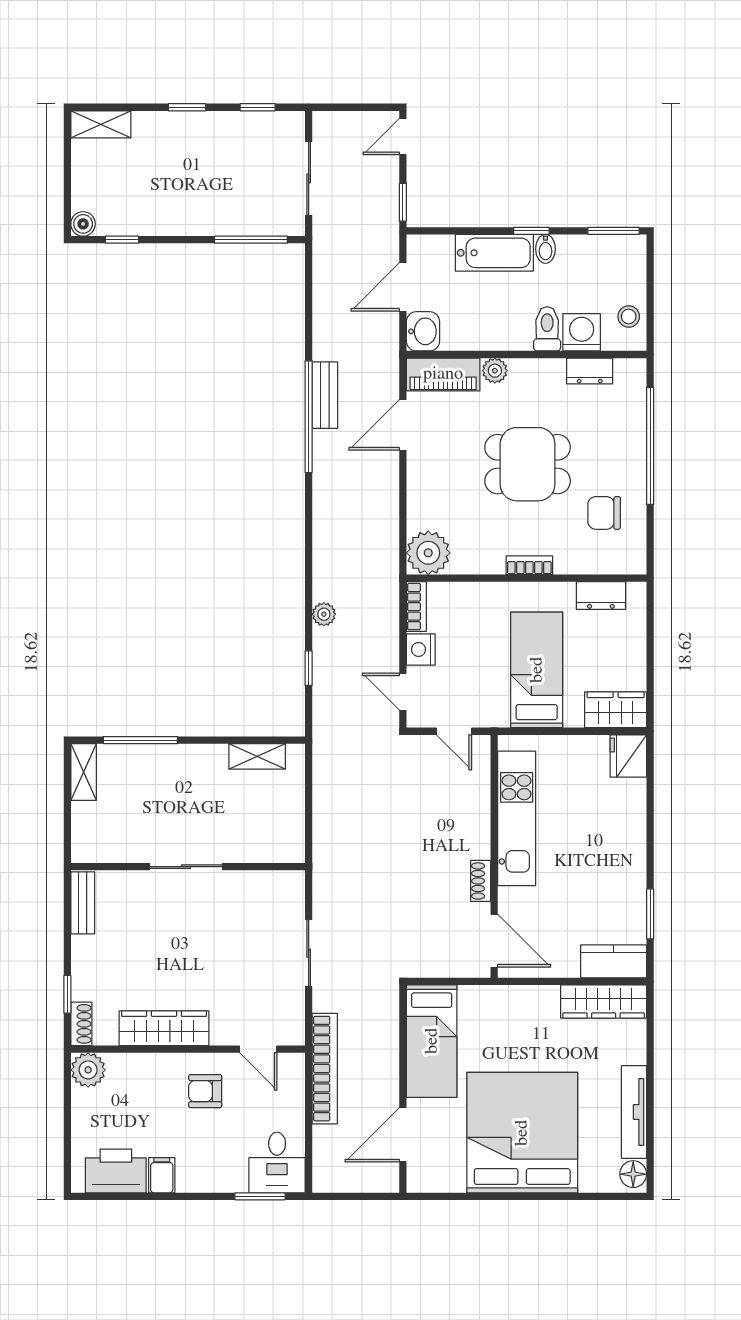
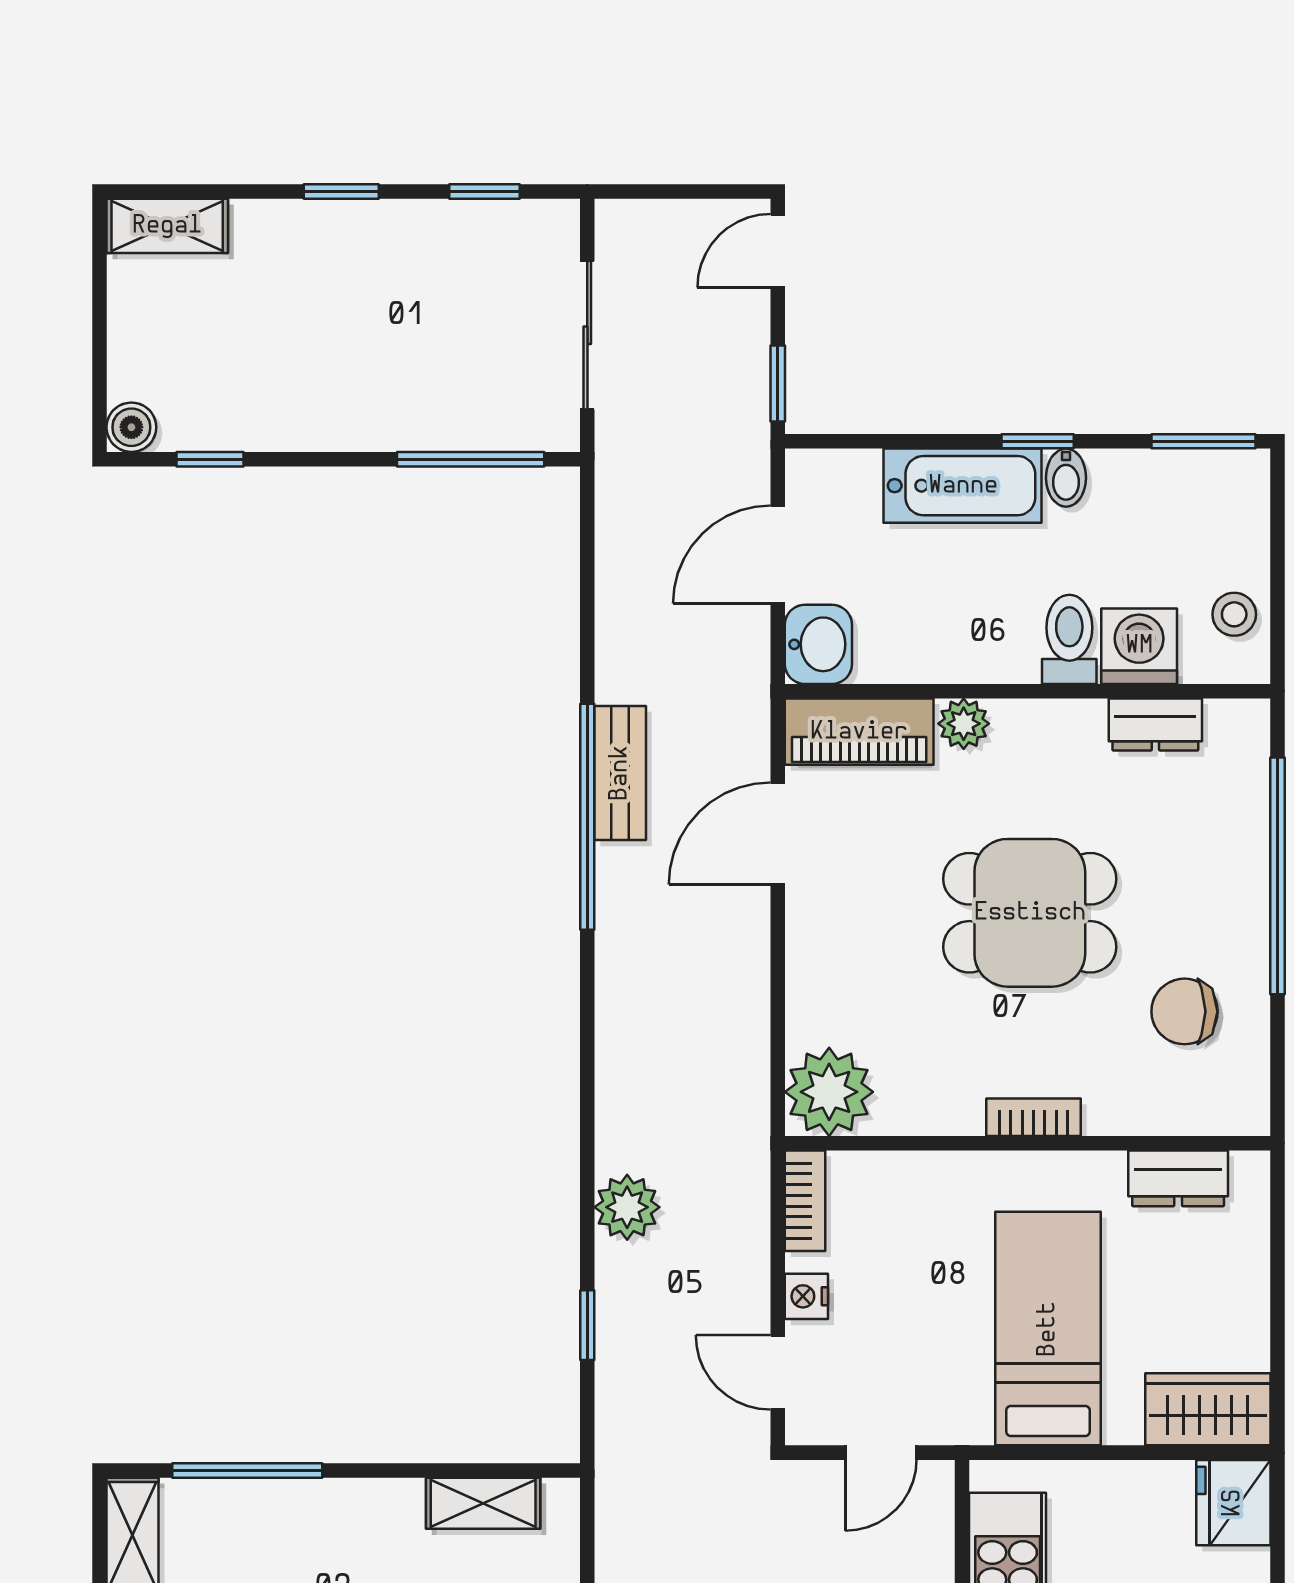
plant: (324, 614) -> (627, 1207), width x1.38, depth x1.38
nightstand: (421, 650) -> (806, 1296), width x0.72, depth x0.74
door: (454, 731) -> (881, 1453), hinge flipped

